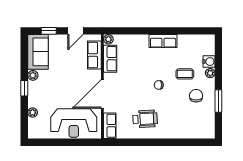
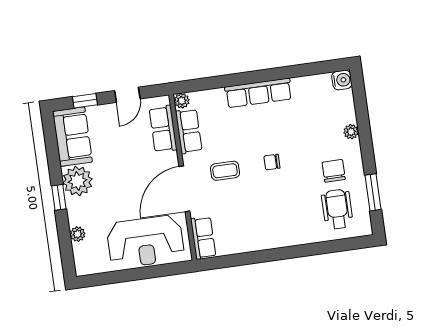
row of seats: (163, 41) -> (258, 93), width x1.48
water cooler: (209, 62) -> (342, 80), moved
coffee table: (185, 74) -> (225, 171), moved
plant: (33, 75) -> (78, 181), width x1.87, depth x1.87
window: (218, 101) -> (373, 192), moved
wheelchair: (145, 119) -> (337, 209), moved, turned -87

